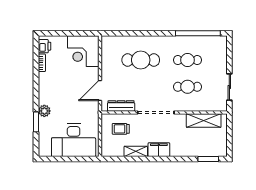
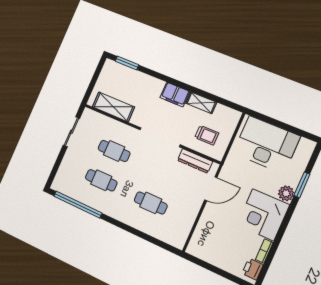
corner desk: (83, 51) -> (263, 215), moved, turned 180
cafe table: (141, 60) -> (151, 203), width x0.73, depth x0.74

